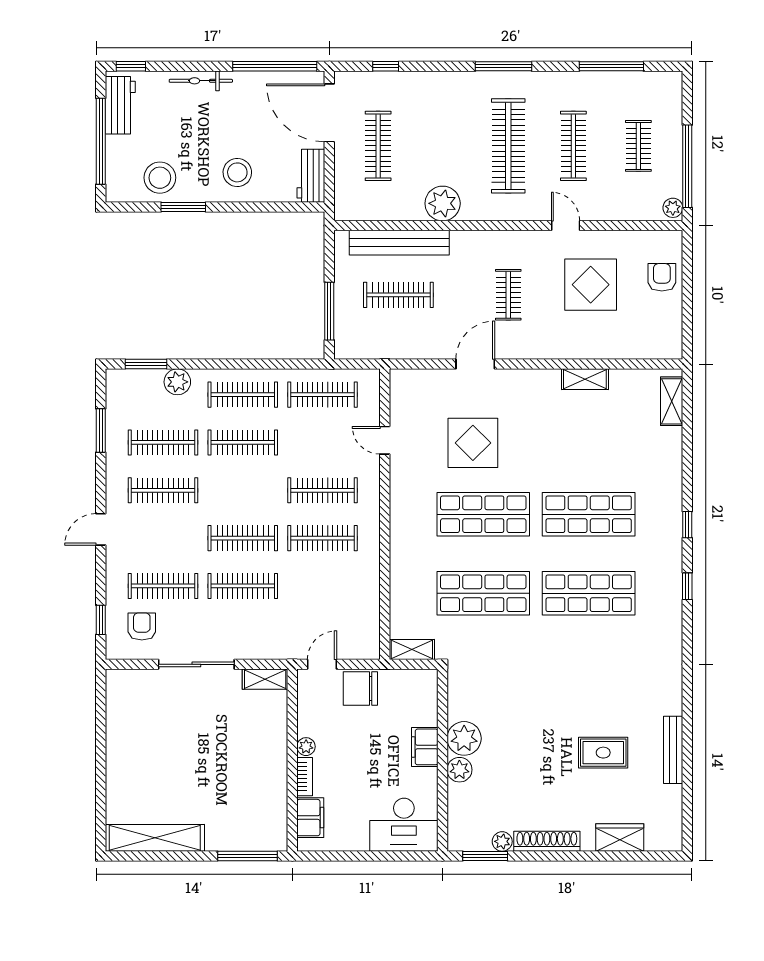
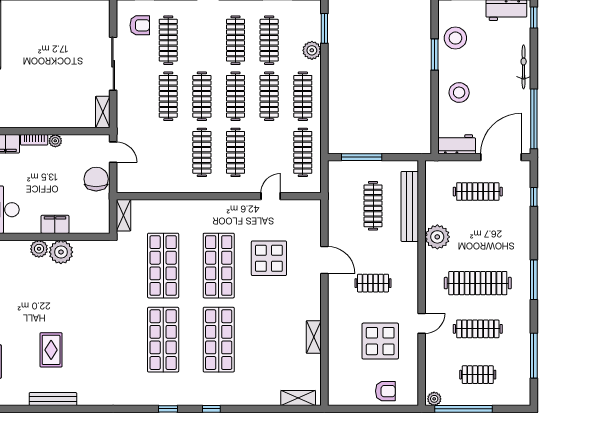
clothes rail: (243, 490) -> (236, 96), added

